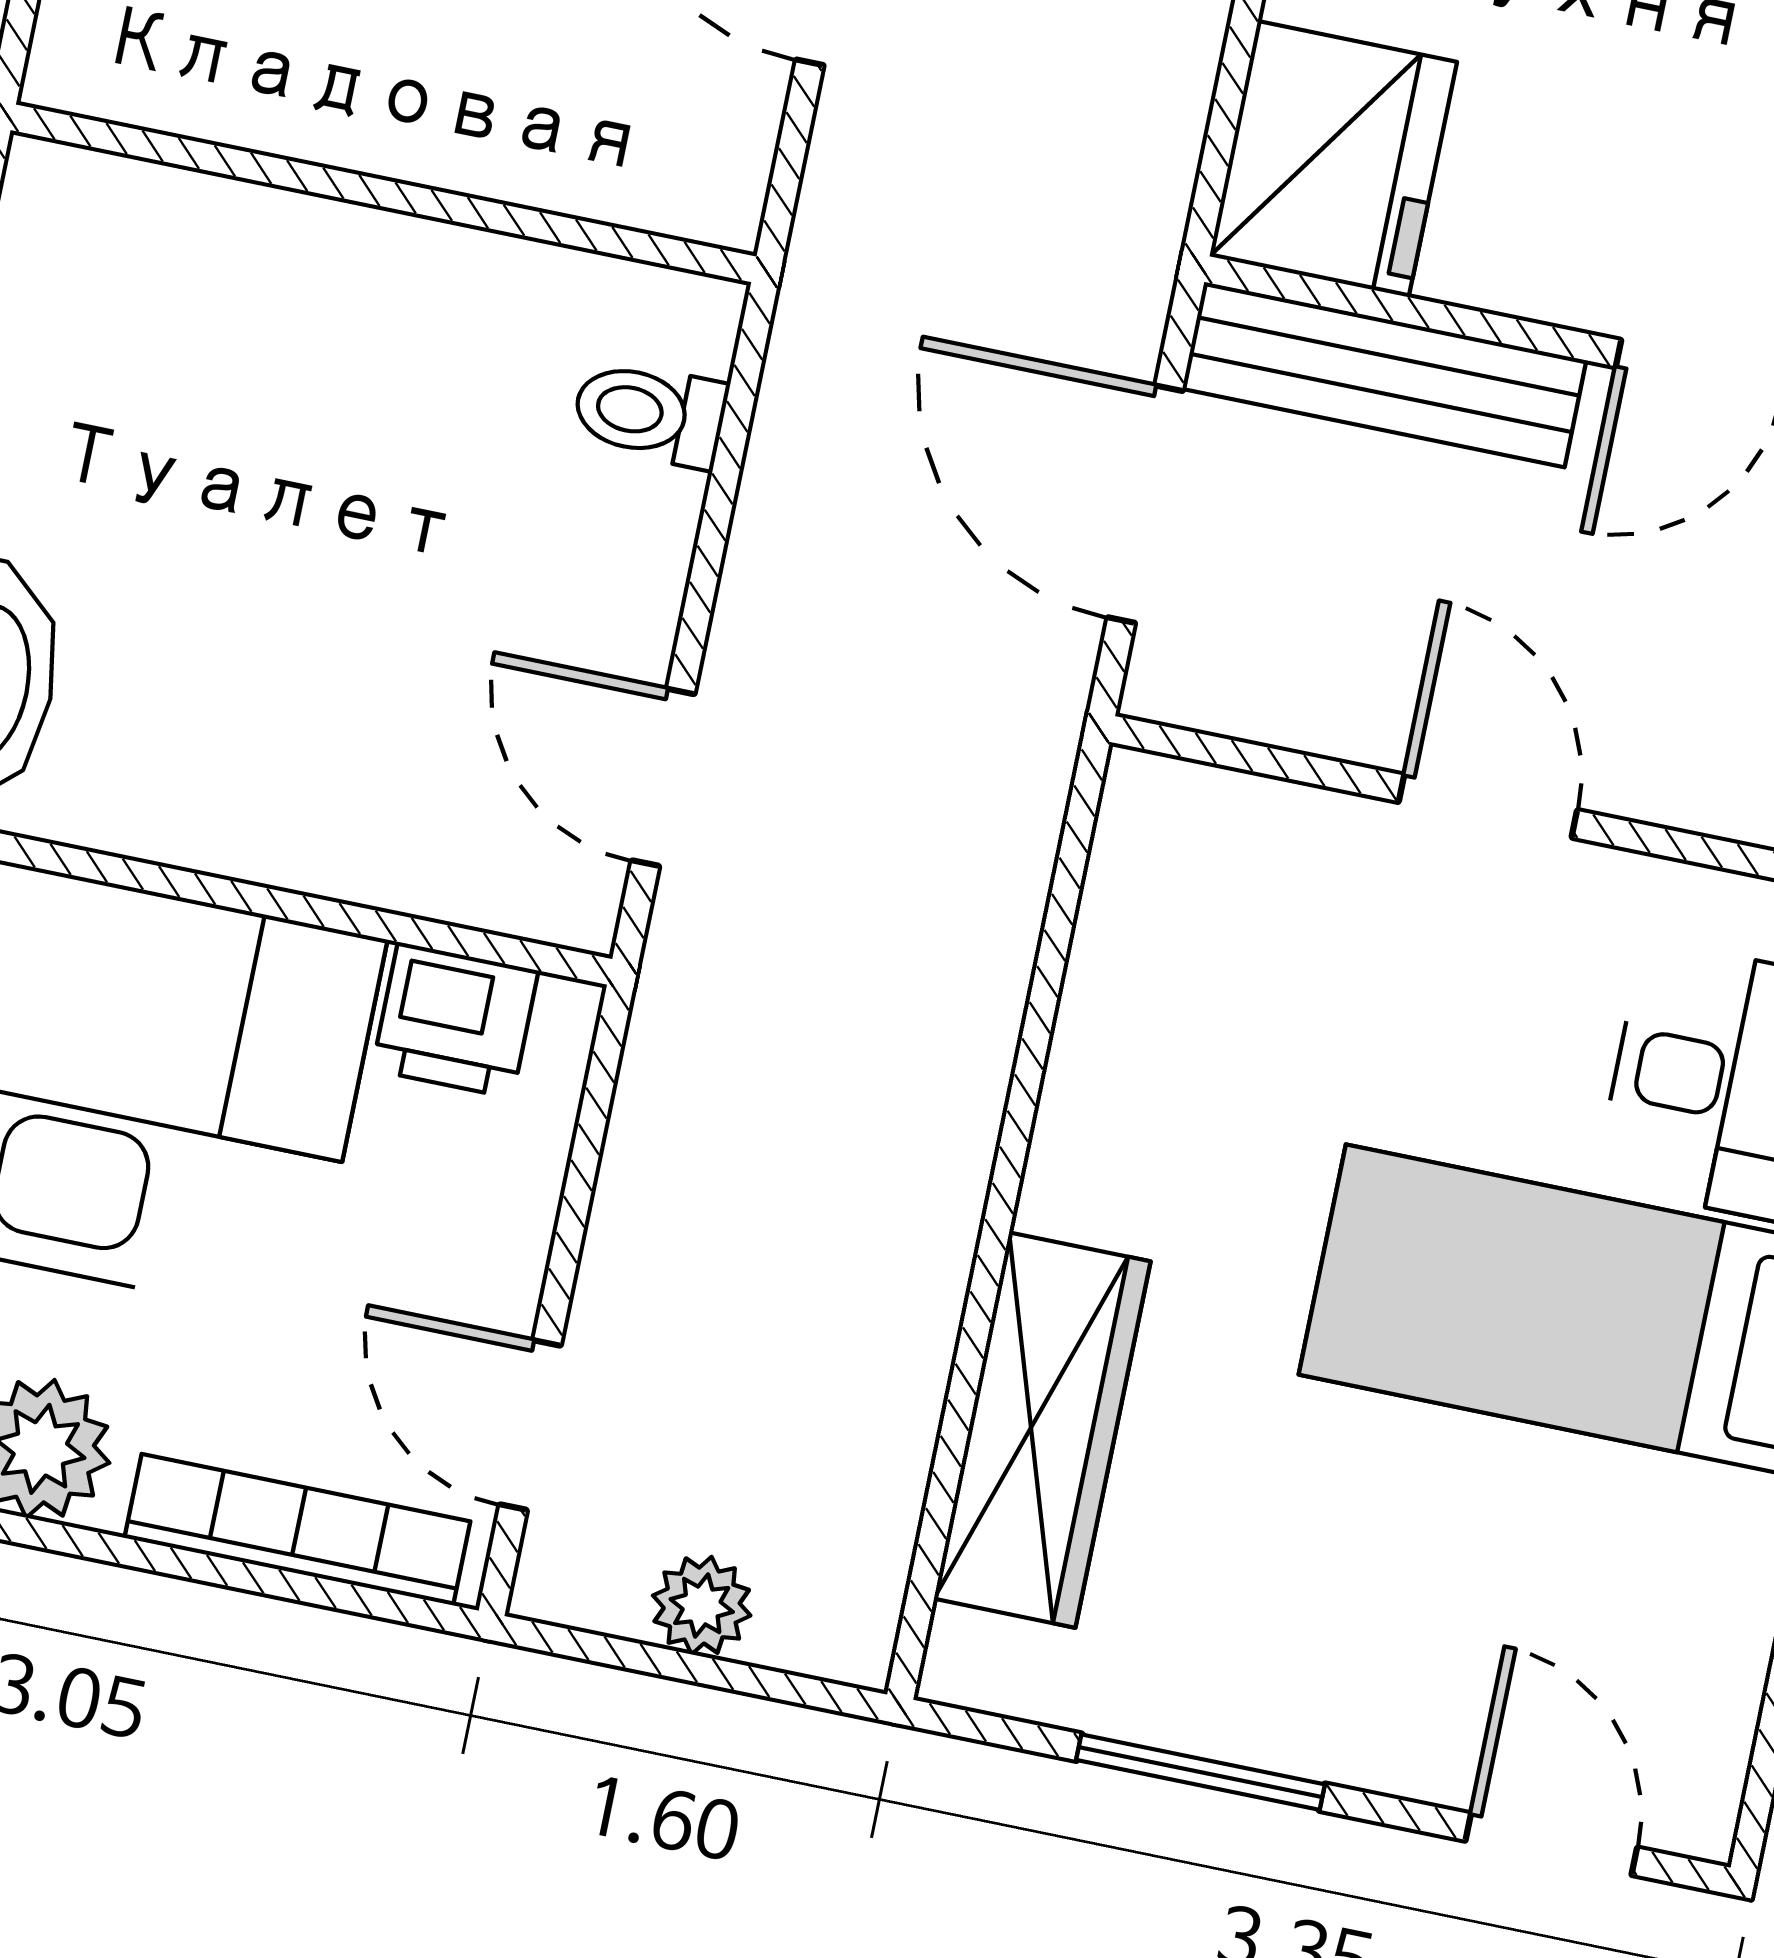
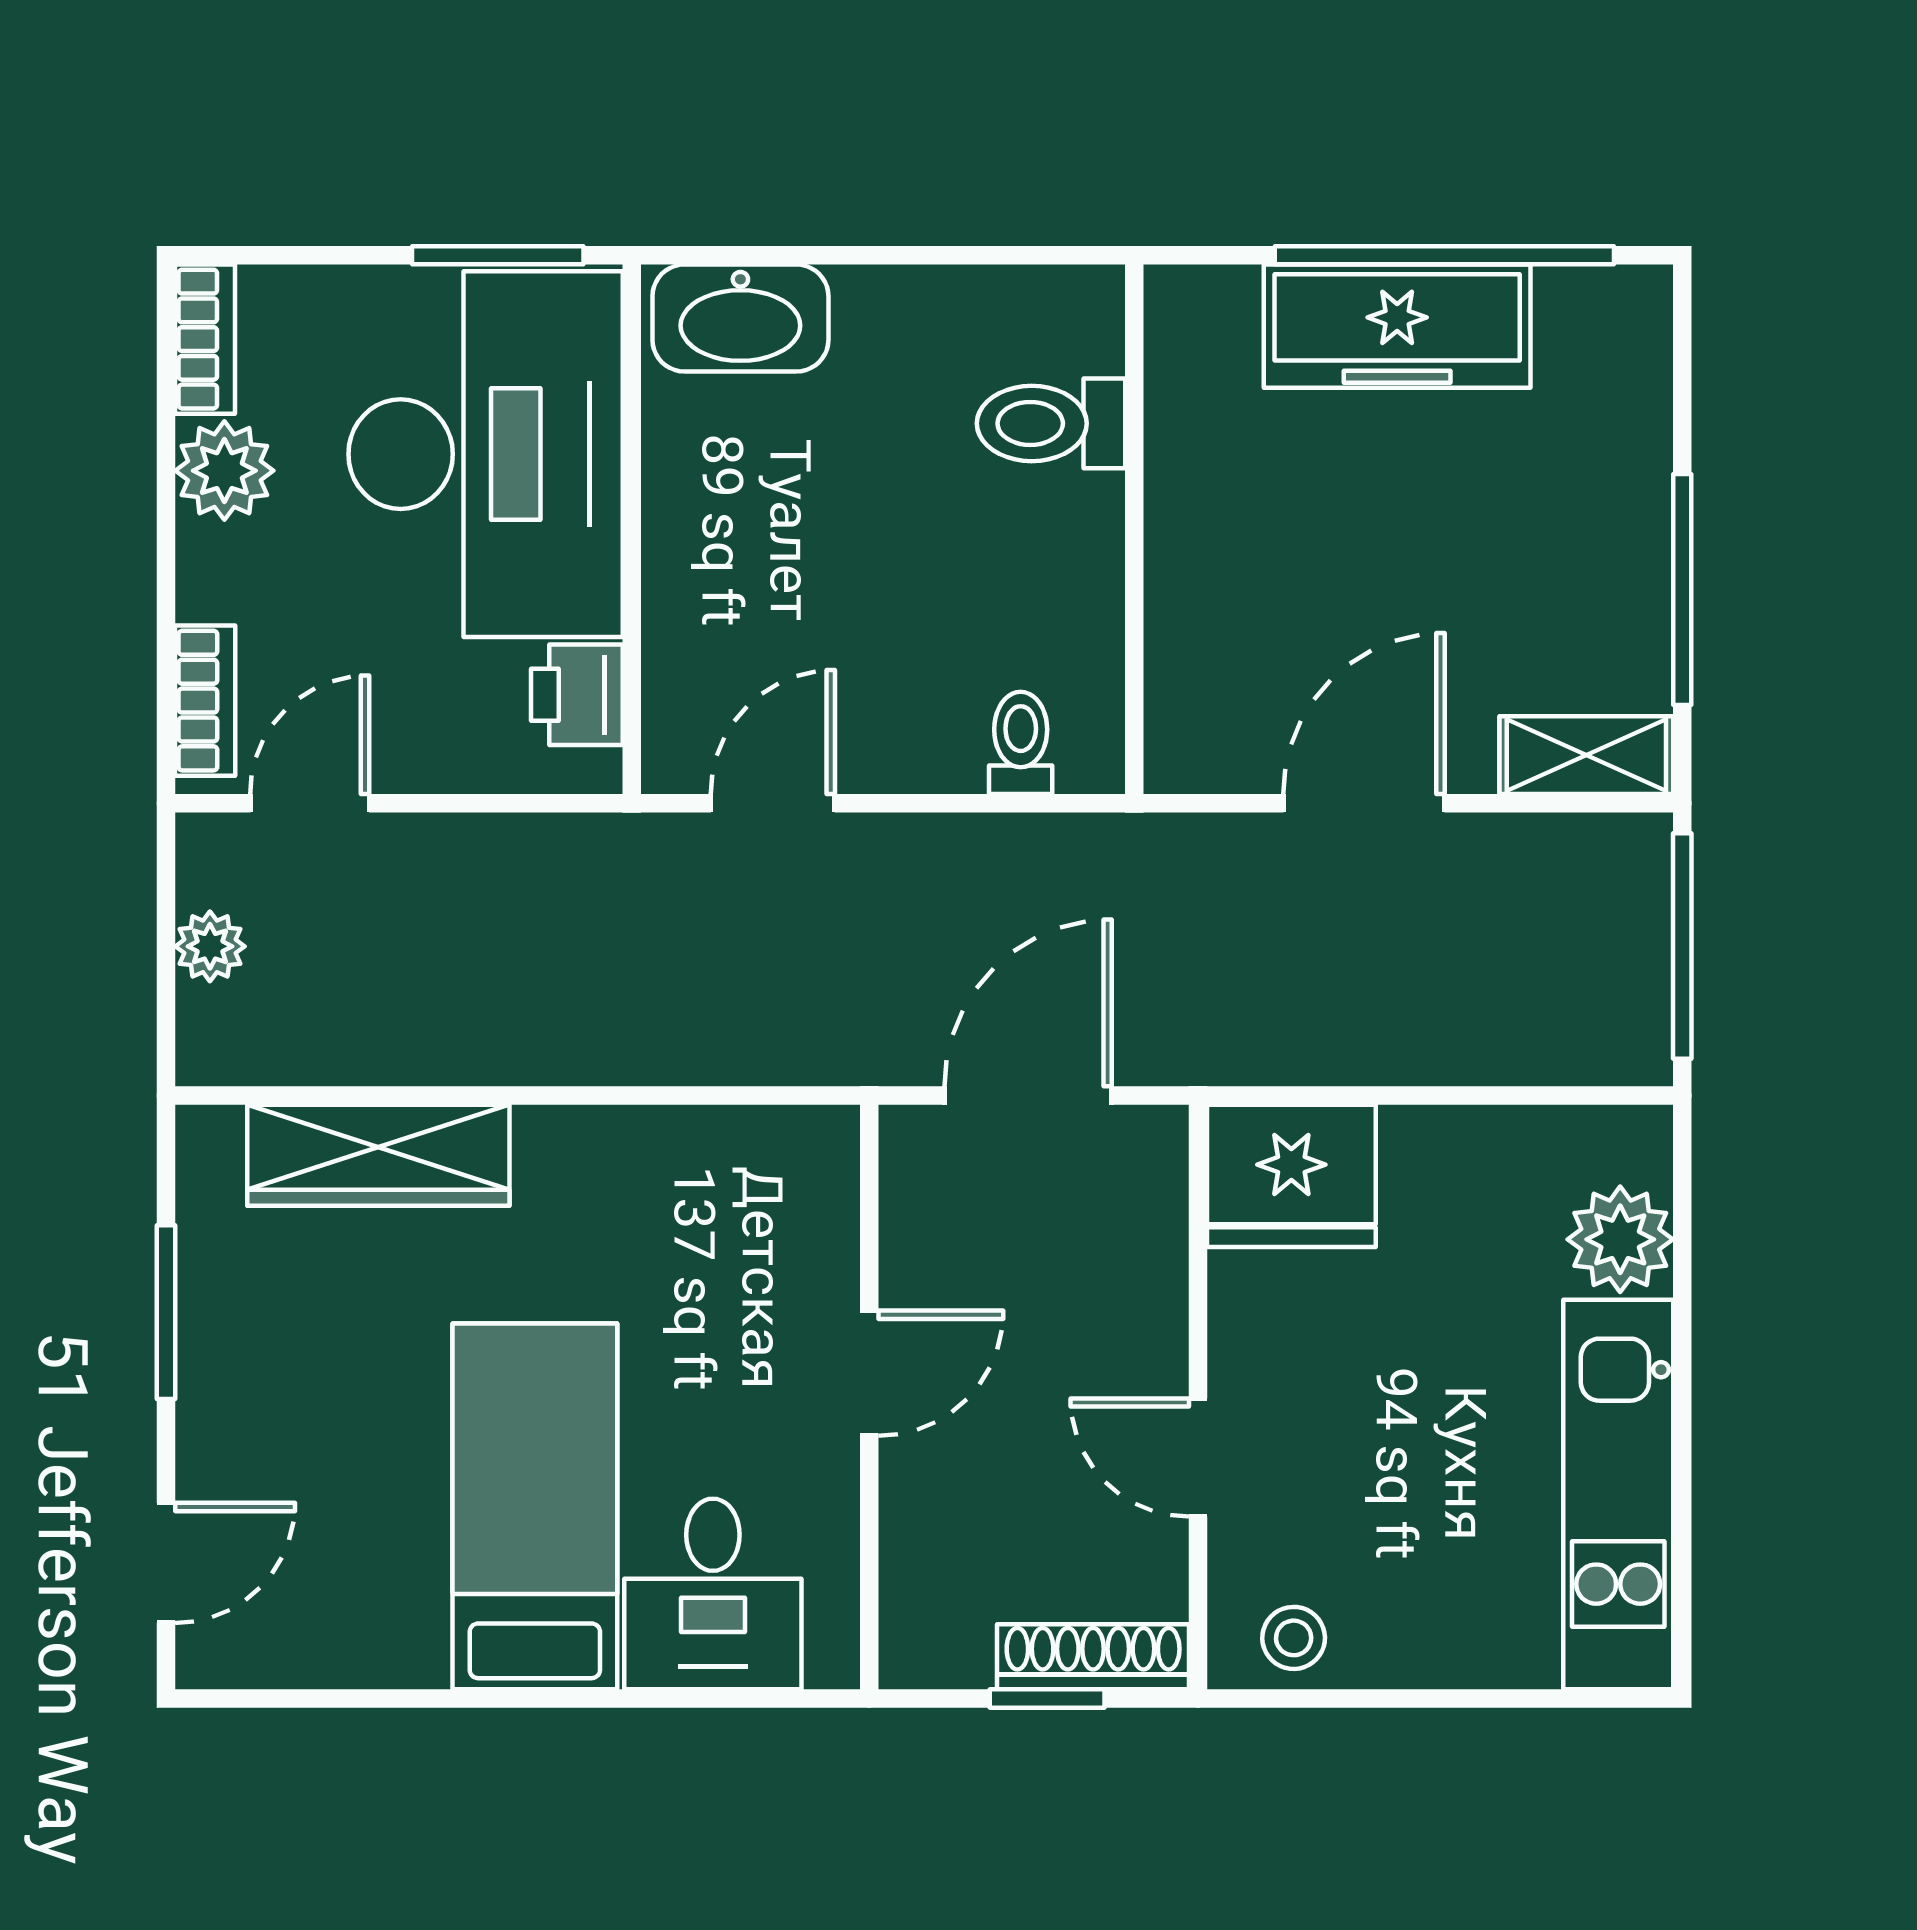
toilet: (212, 279) -> (1051, 423), added
bench: (1384, 375) -> (1151, 1241), removed
bookcase: (297, 1530) -> (205, 701), width x0.64

